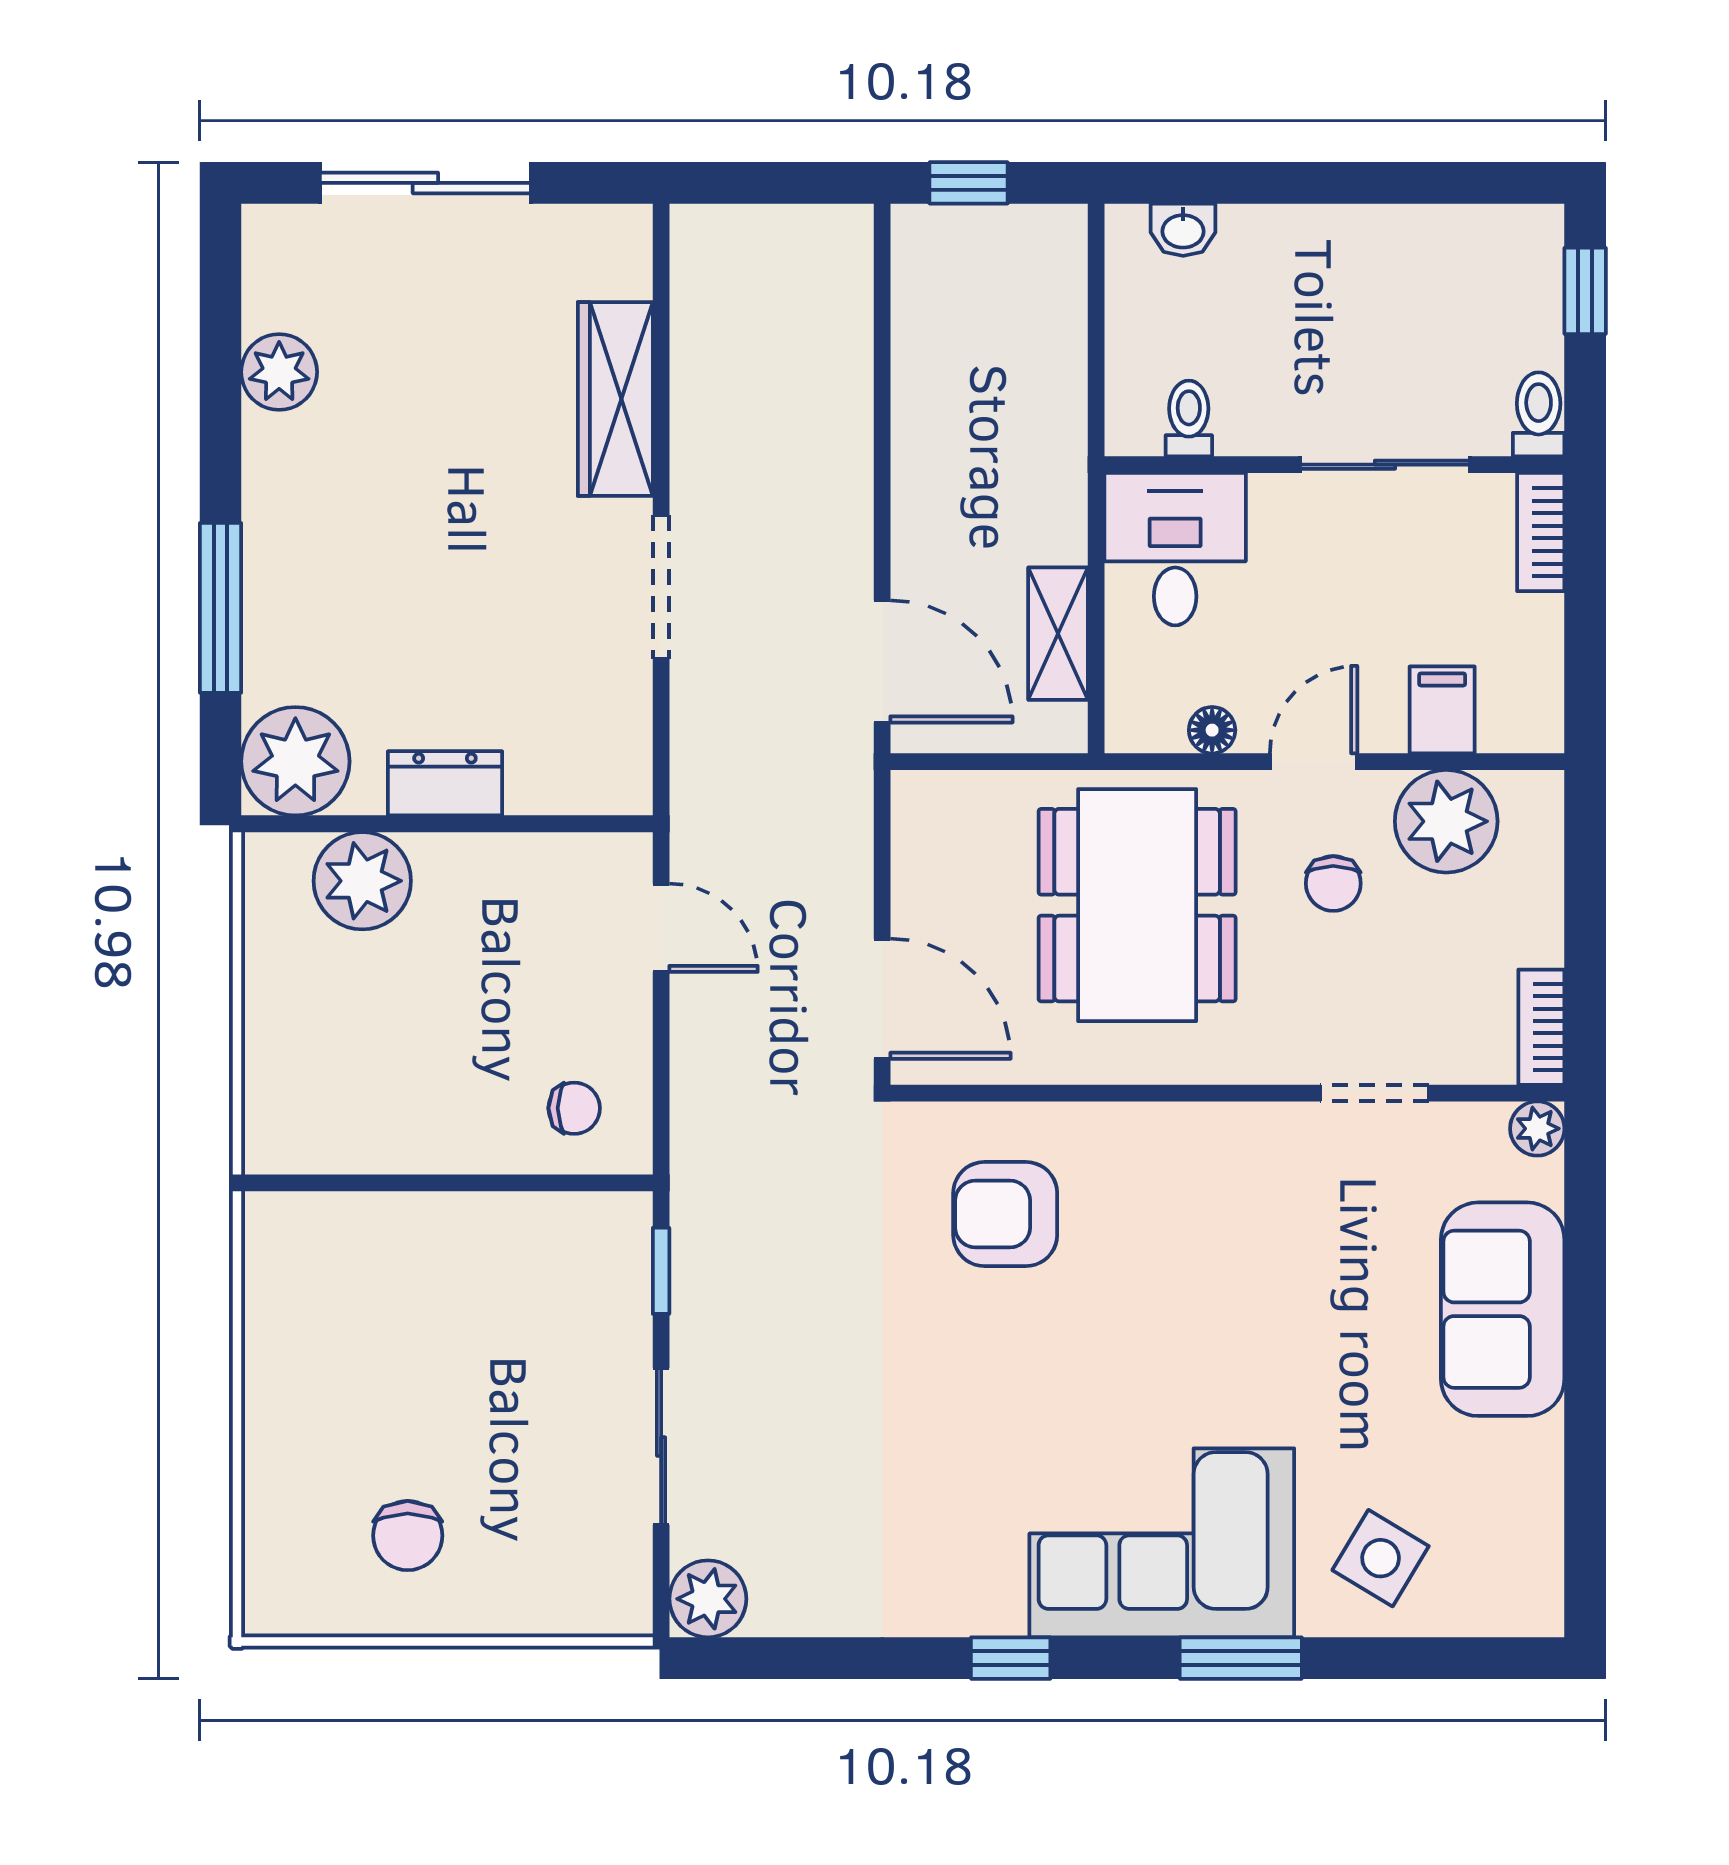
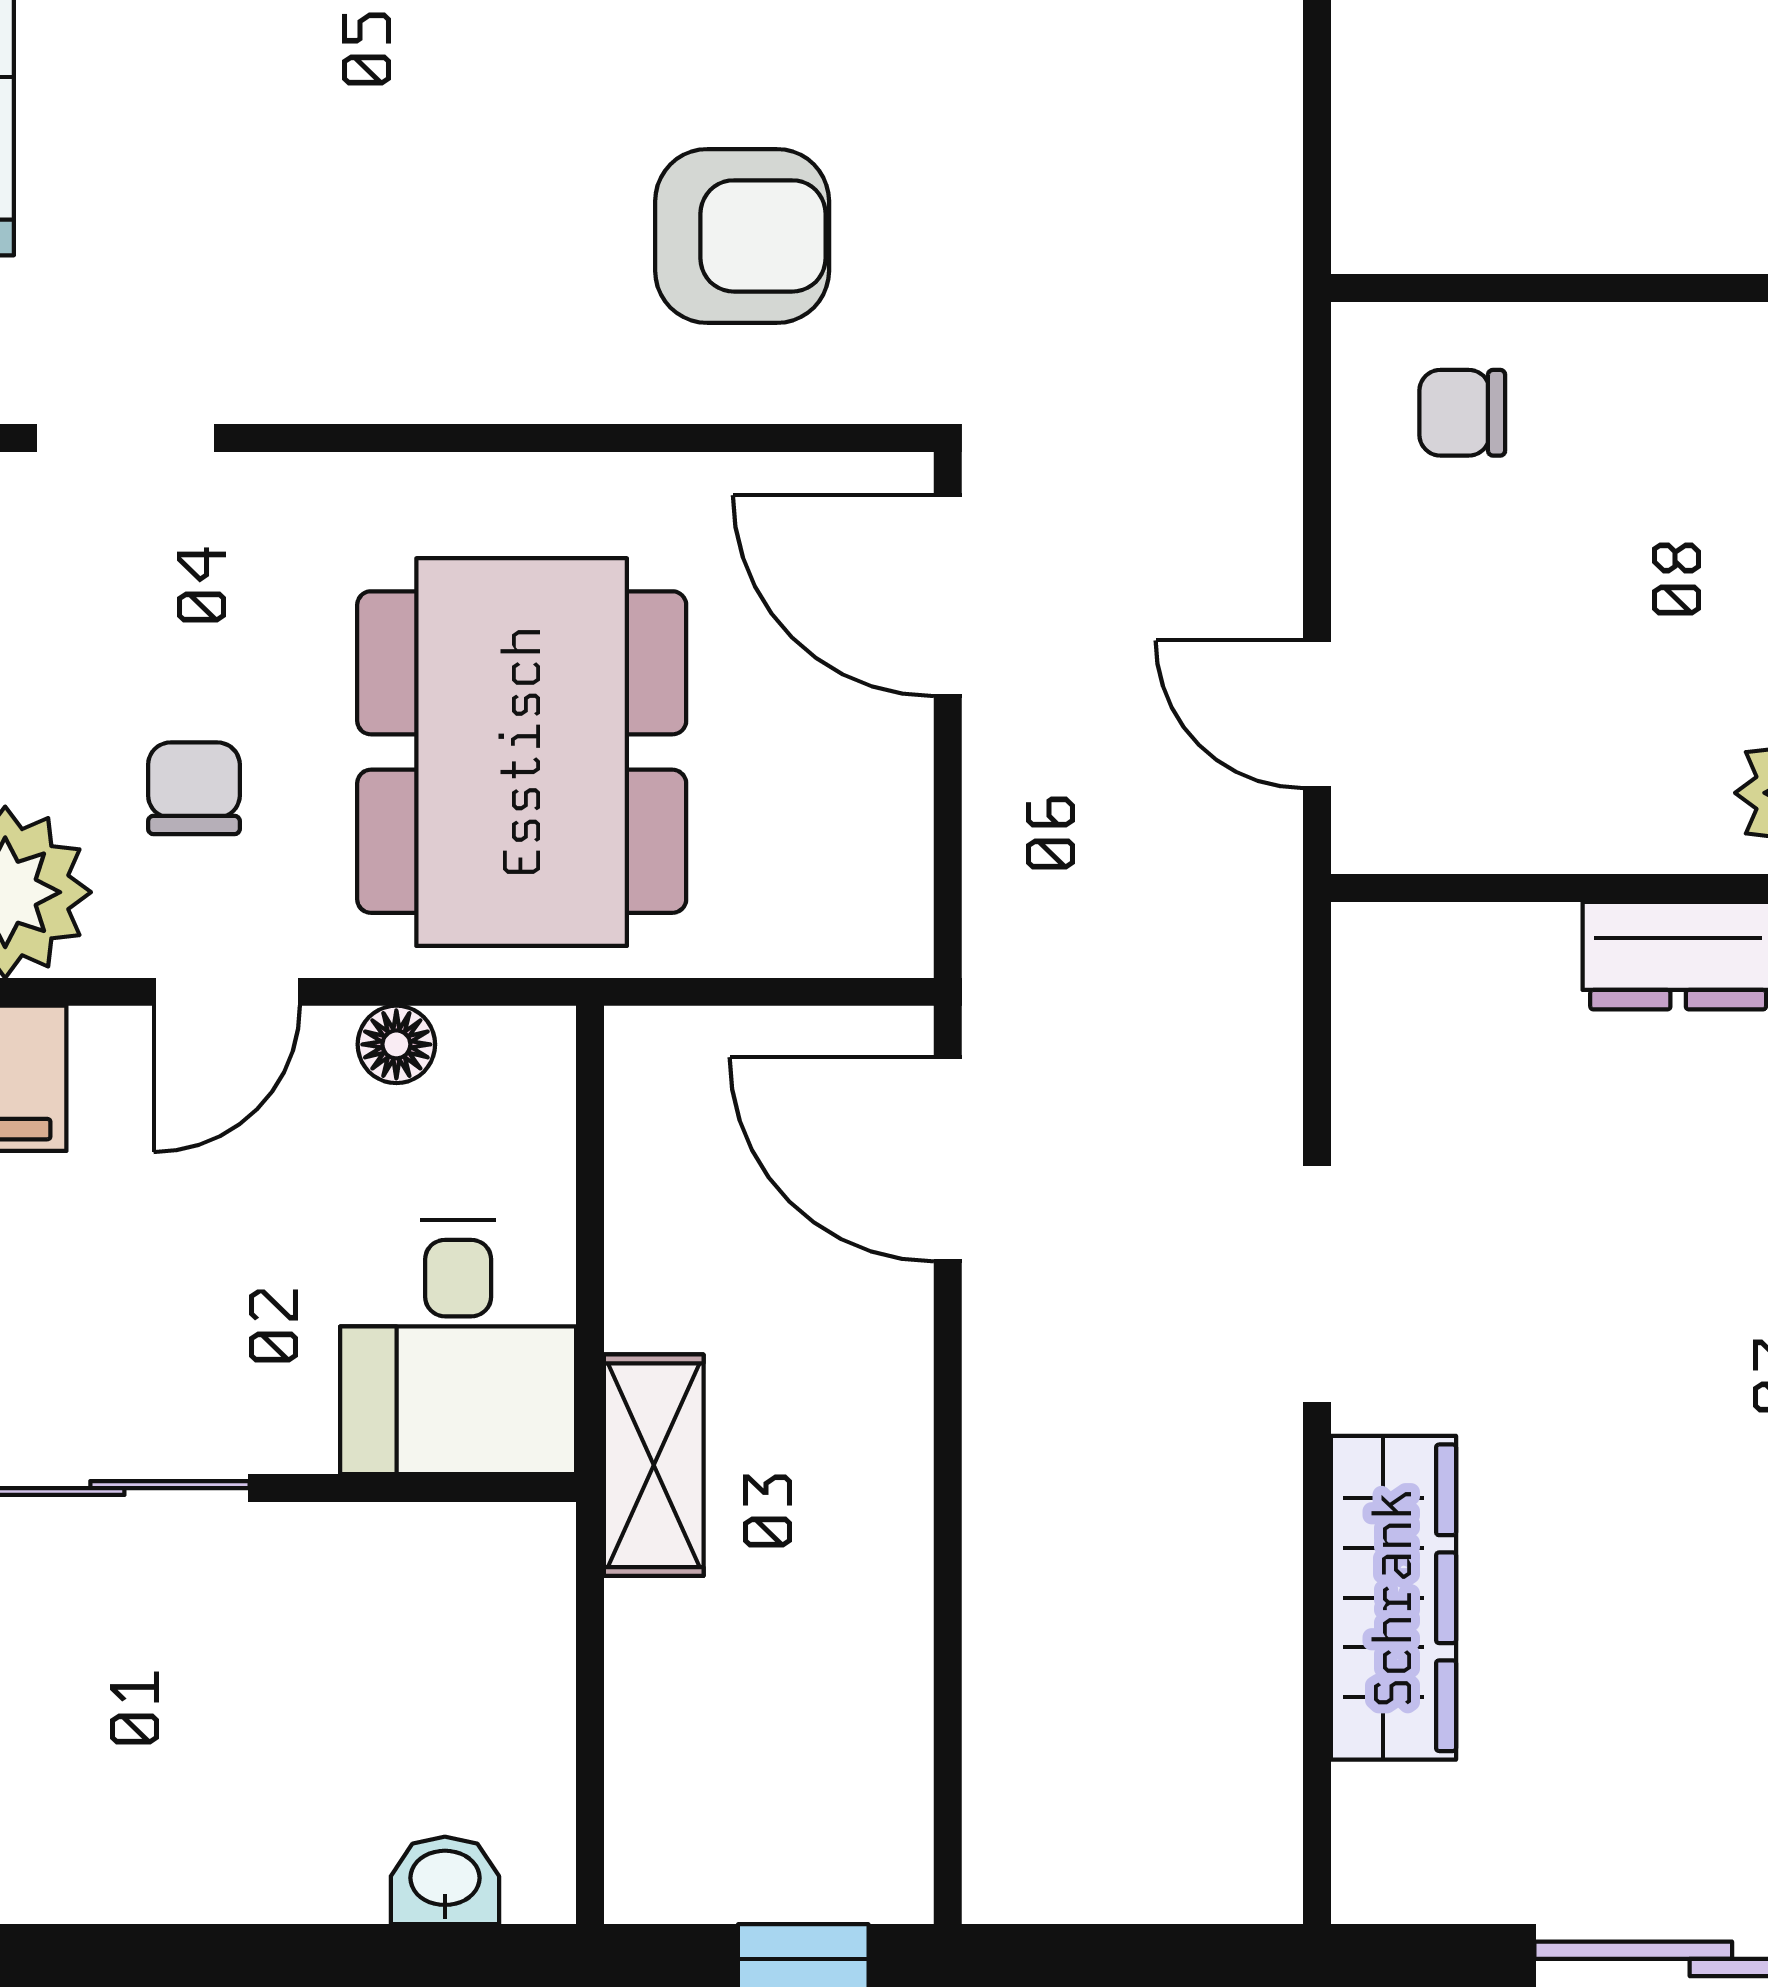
toilet: (1189, 418) -> (435, 1565), removed
shelving: (1058, 634) -> (654, 1465), moved
window: (661, 1271) -> (1317, 141), removed

